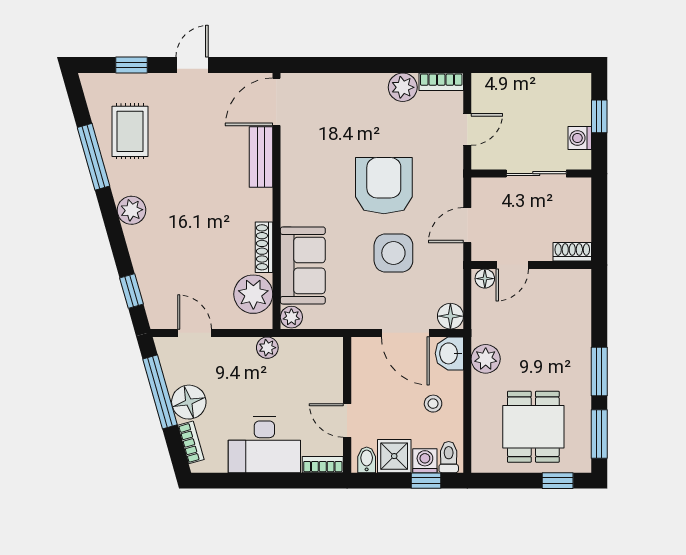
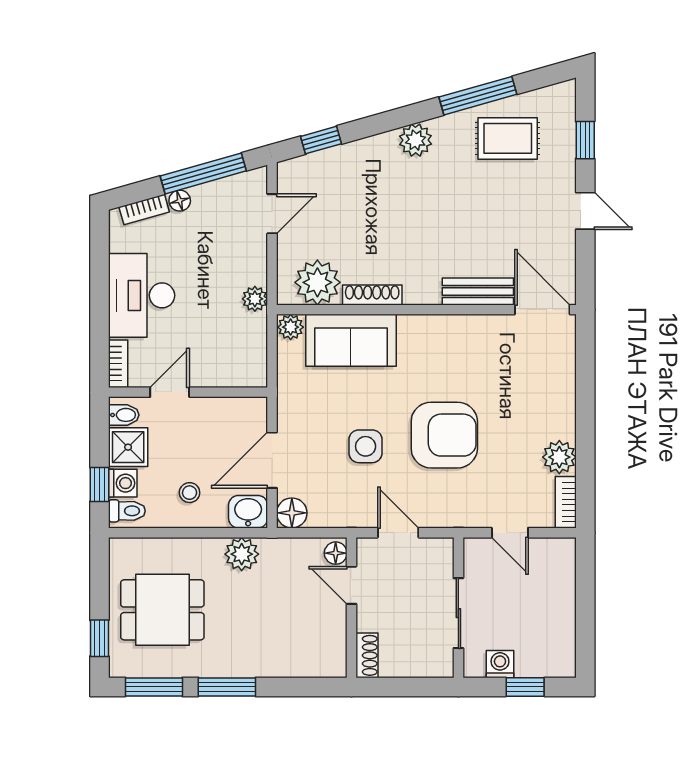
side table: (393, 253) -> (366, 446), width x0.73, depth x0.73
floor lamp: (189, 402) -> (180, 201), width x0.53, depth x0.53

